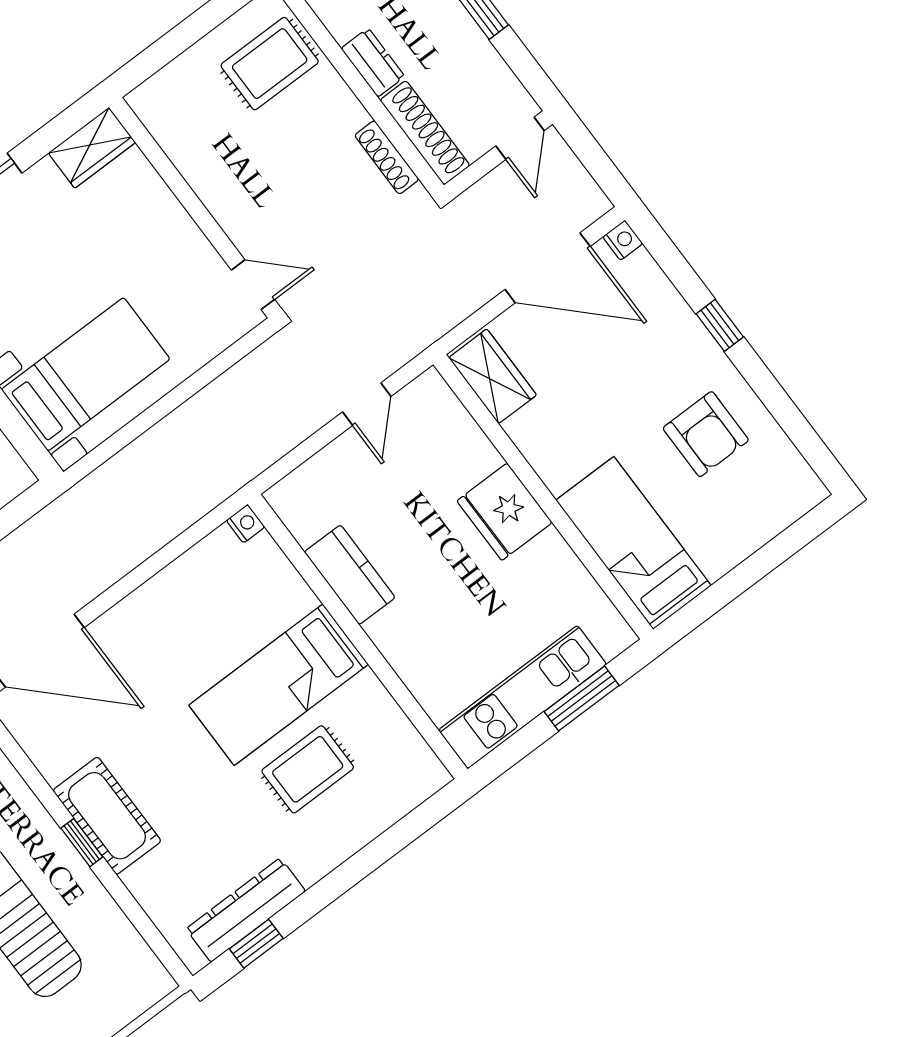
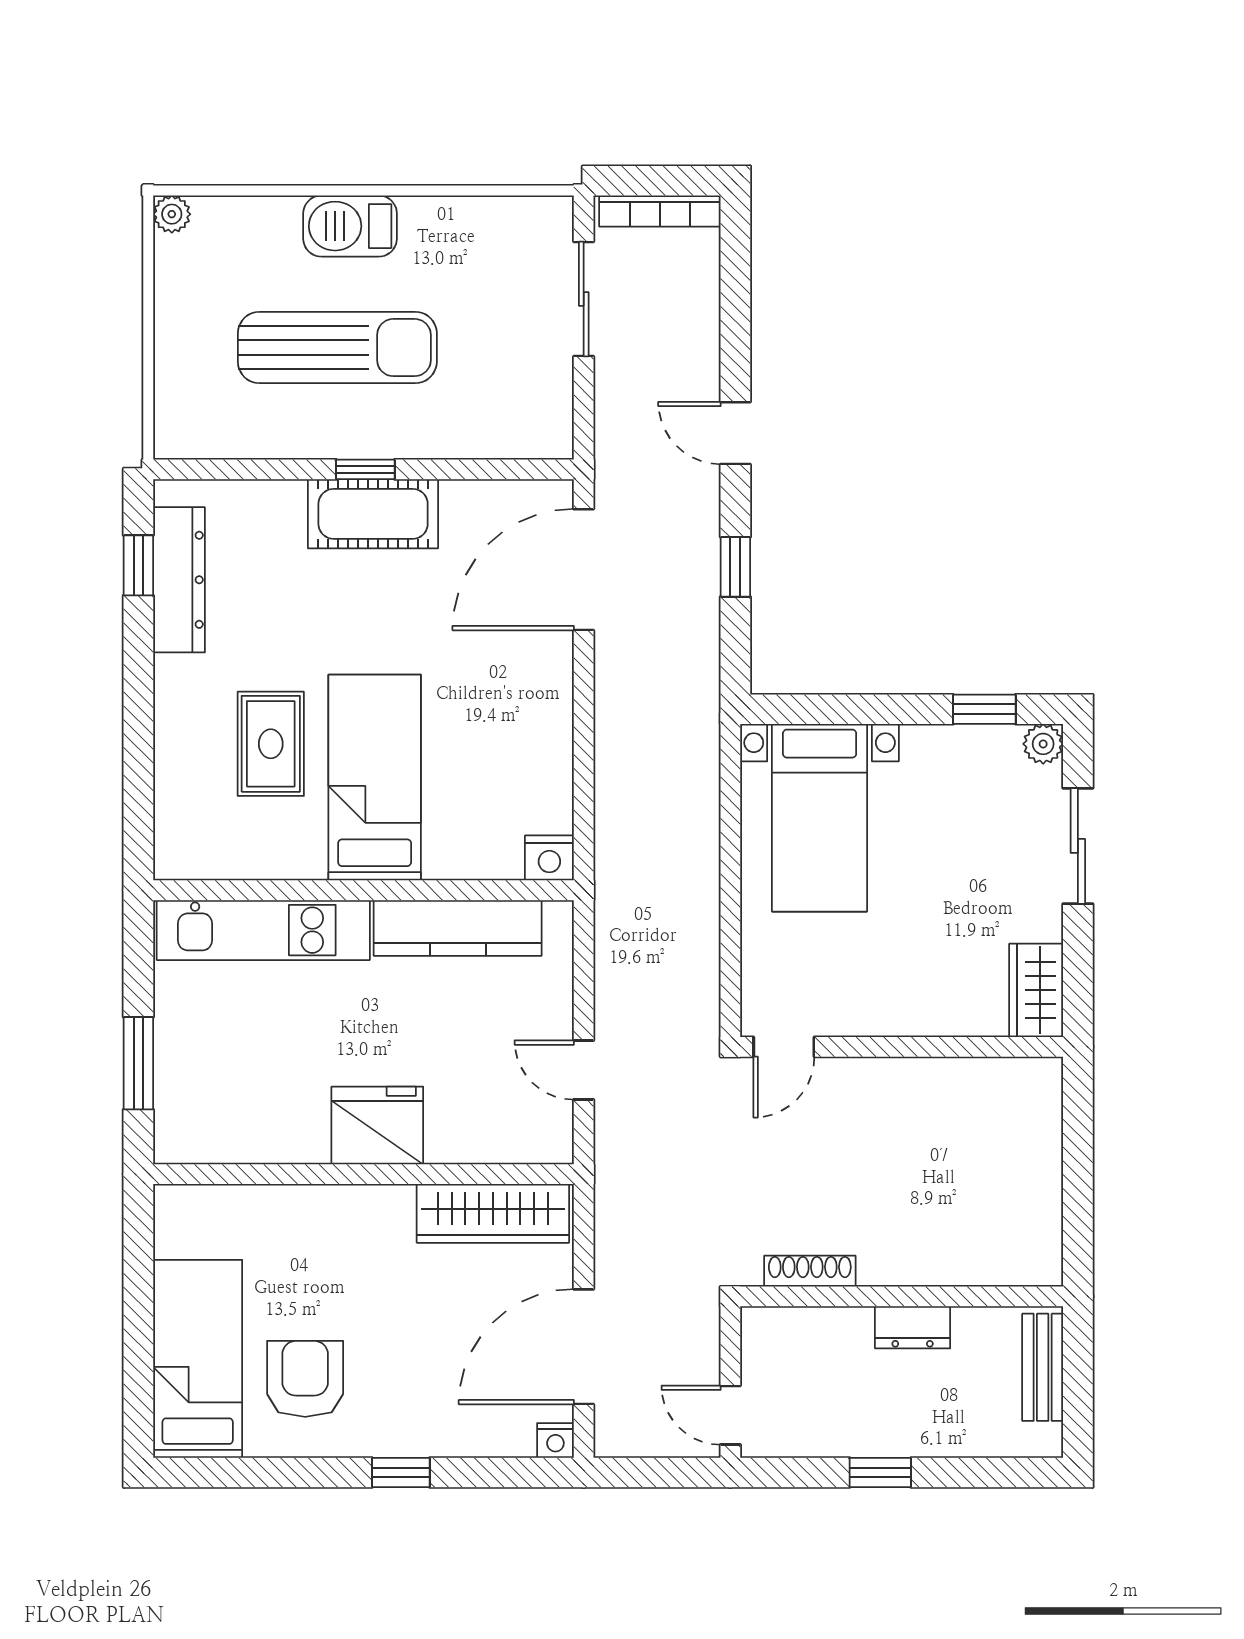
rug: (270, 64) -> (988, 1226), removed
shoe rack: (425, 133) -> (806, 1326), removed
wardrobe: (493, 376) -> (493, 1213), width x1.50
armchair: (706, 434) -> (305, 1379), turned 90
nightstand: (245, 524) -> (549, 858), width x1.39, depth x1.35
bed: (634, 543) -> (198, 1359), moved, turned -90
kitchen counter: (350, 575) -> (458, 928), width x1.50
kitchen unit: (523, 697) -> (263, 930), moved, turned 90

